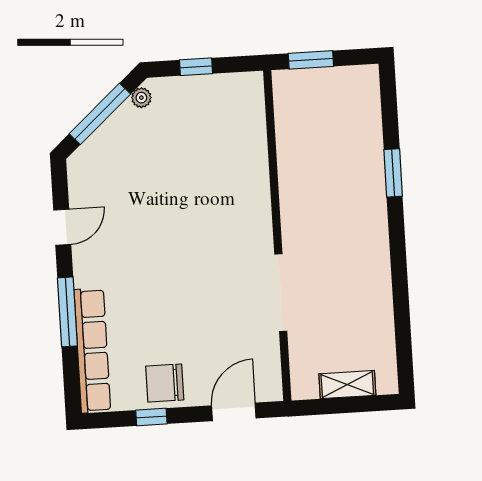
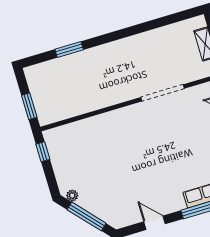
window: (196, 67) -> (43, 152), moved
window: (393, 173) -> (69, 49), moved

